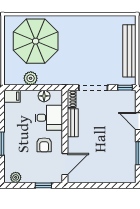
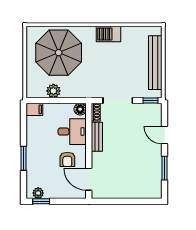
barbecue: (84, 23) -> (109, 34), added
floor lamp: (44, 96) -> (80, 109), moved
door: (65, 164) -> (89, 179), swing flipped
window: (43, 185) -> (41, 201), moved

